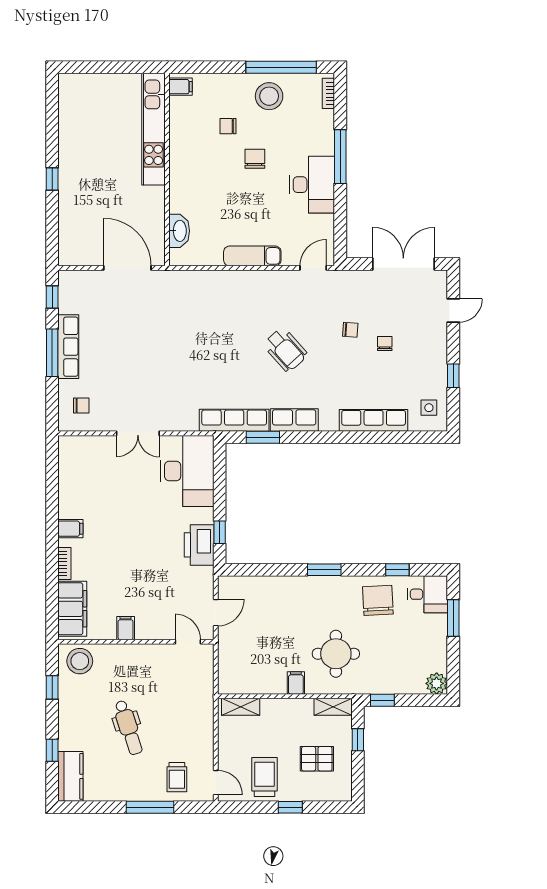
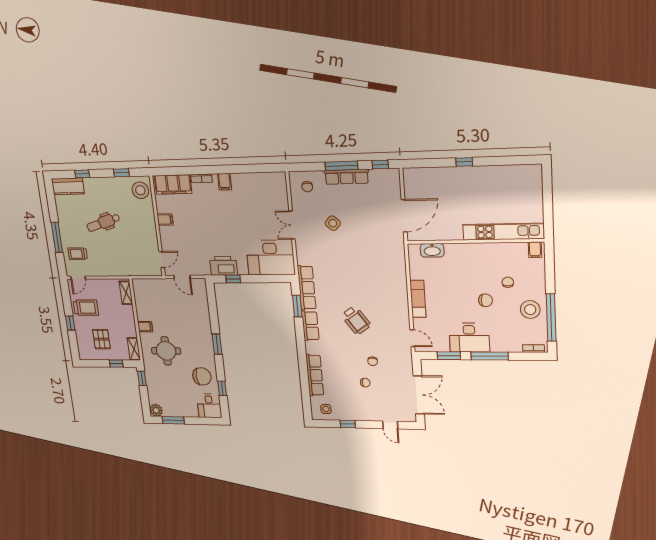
window: (340, 216) -> (449, 356), added
wheelchair: (285, 350) -> (356, 320), turned -83
side table: (136, 372) -> (333, 223), added
window: (453, 618) -> (173, 420), moved

